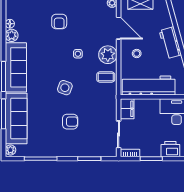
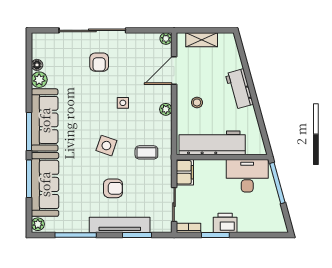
door: (119, 28) -> (174, 70), swing flipped
plant: (108, 55) -> (166, 109), width x0.53, depth x0.53
coffee table: (106, 77) -> (146, 152), moved
printer: (170, 149) -> (225, 223), moved
tv unit: (75, 151) -> (120, 225), added

